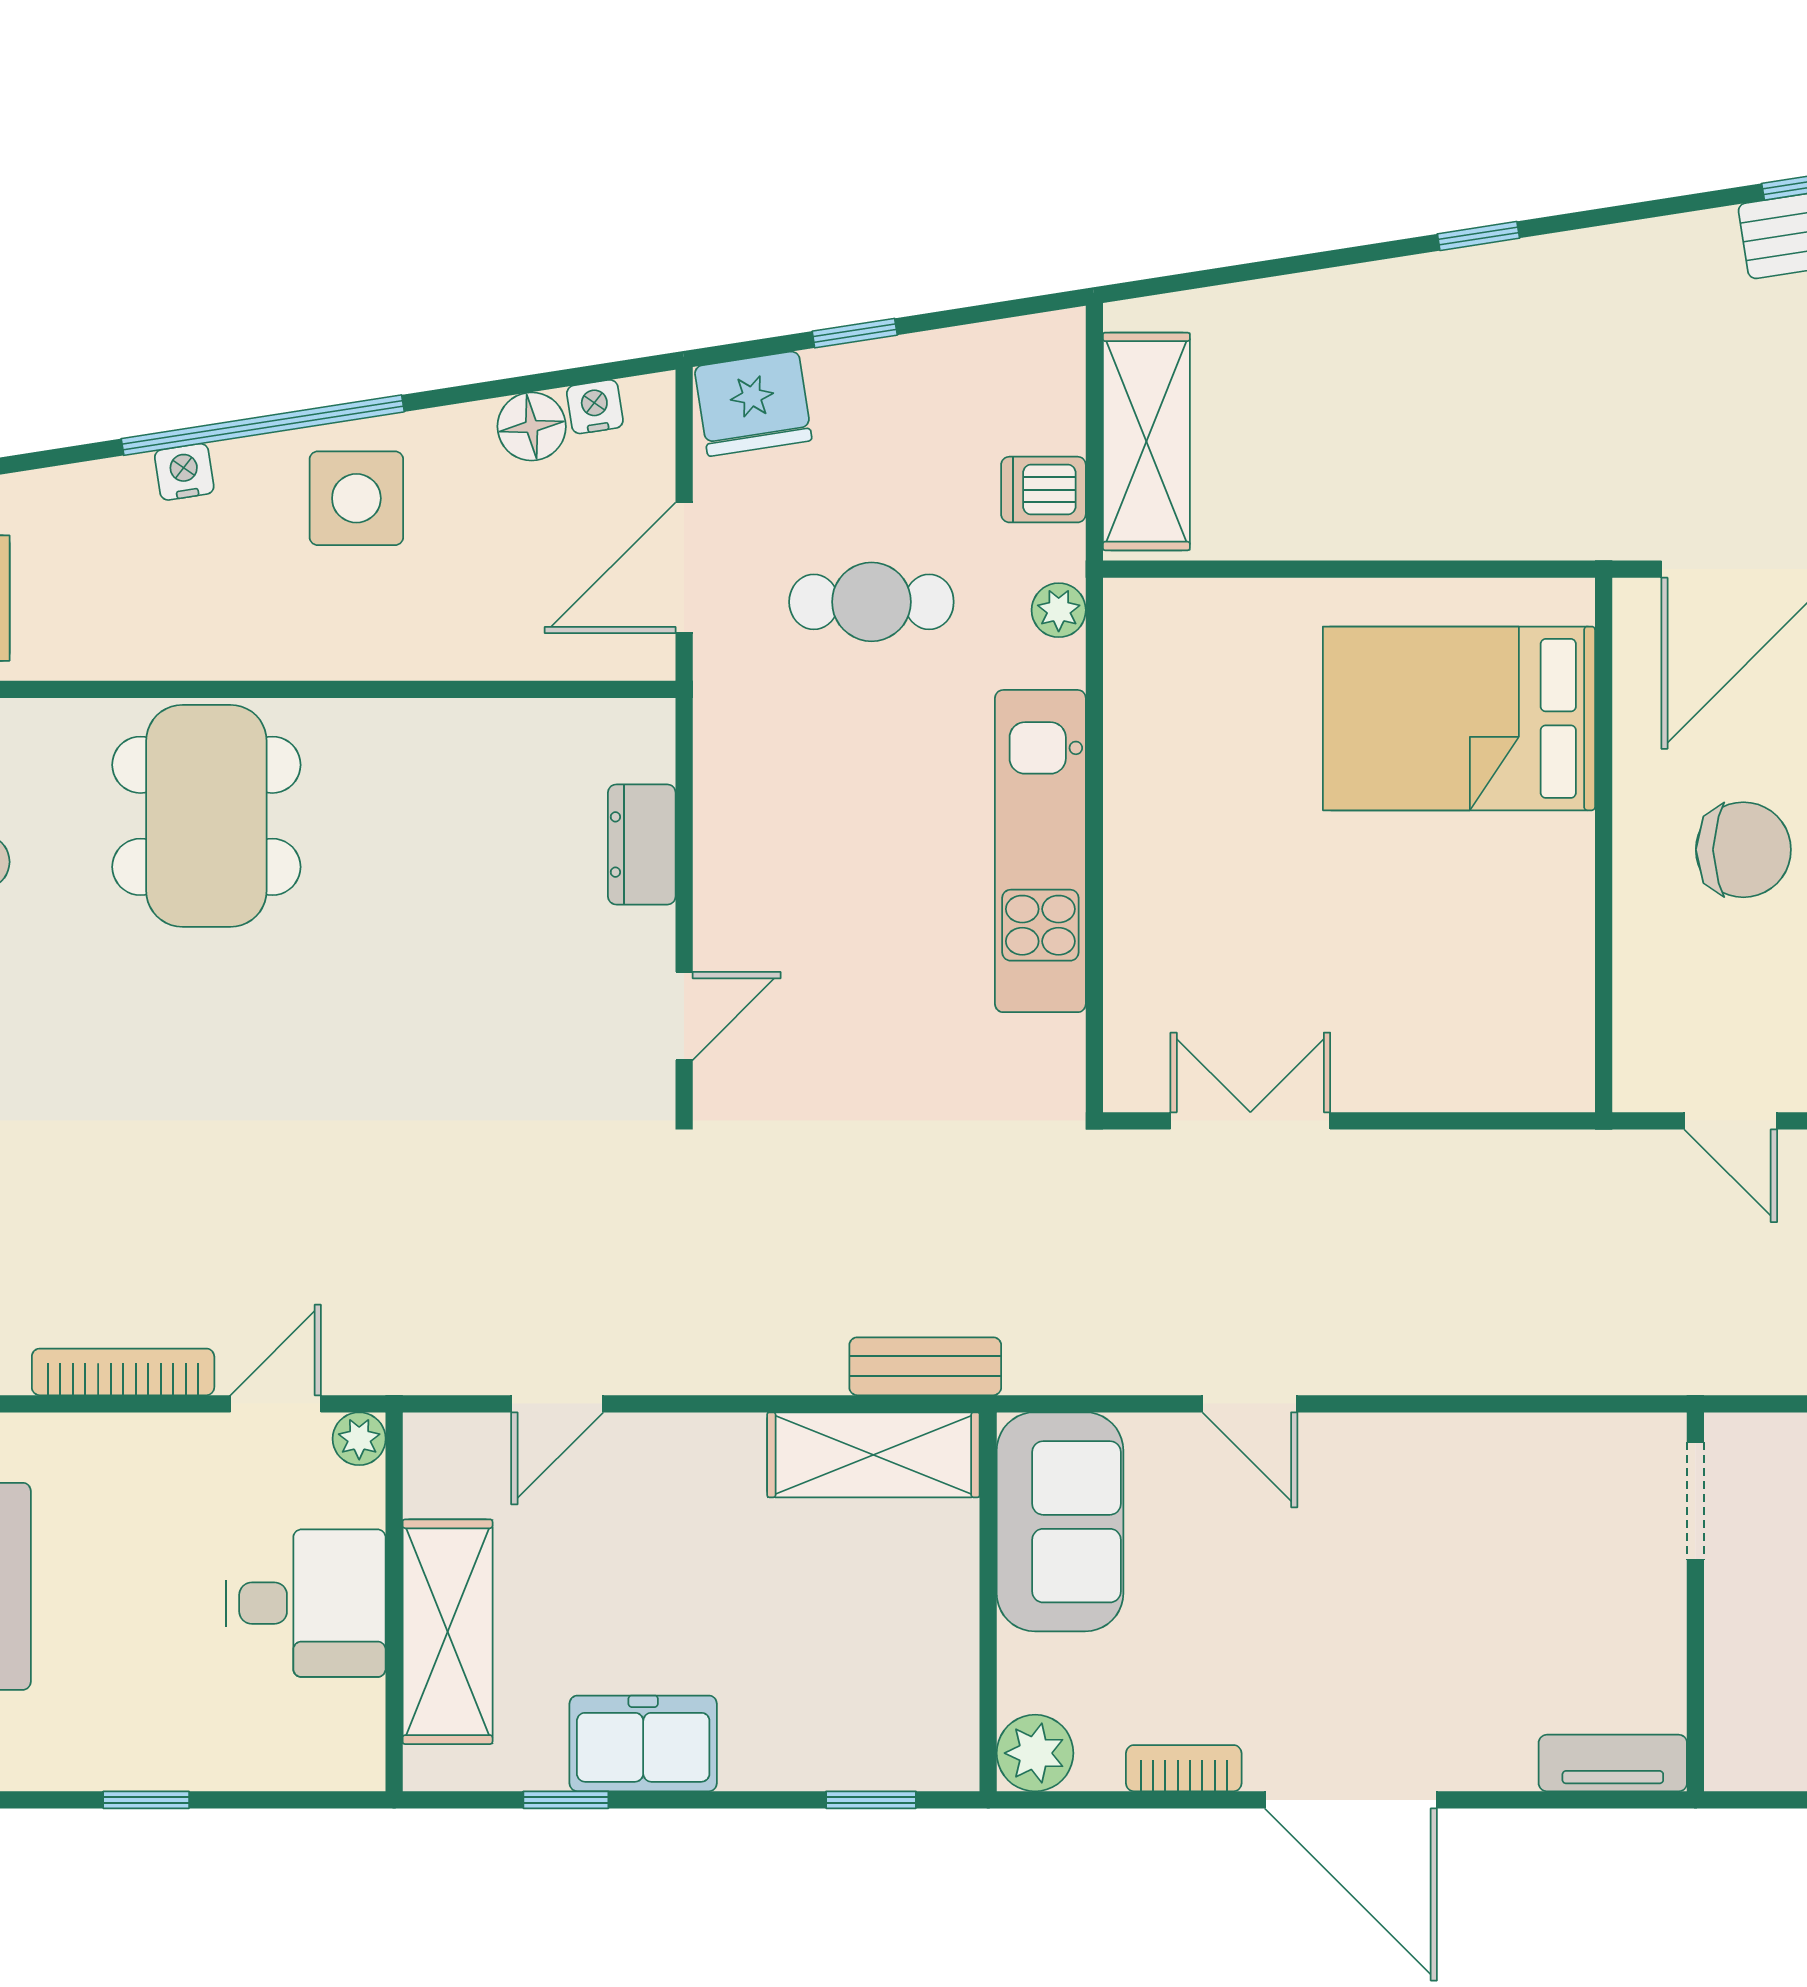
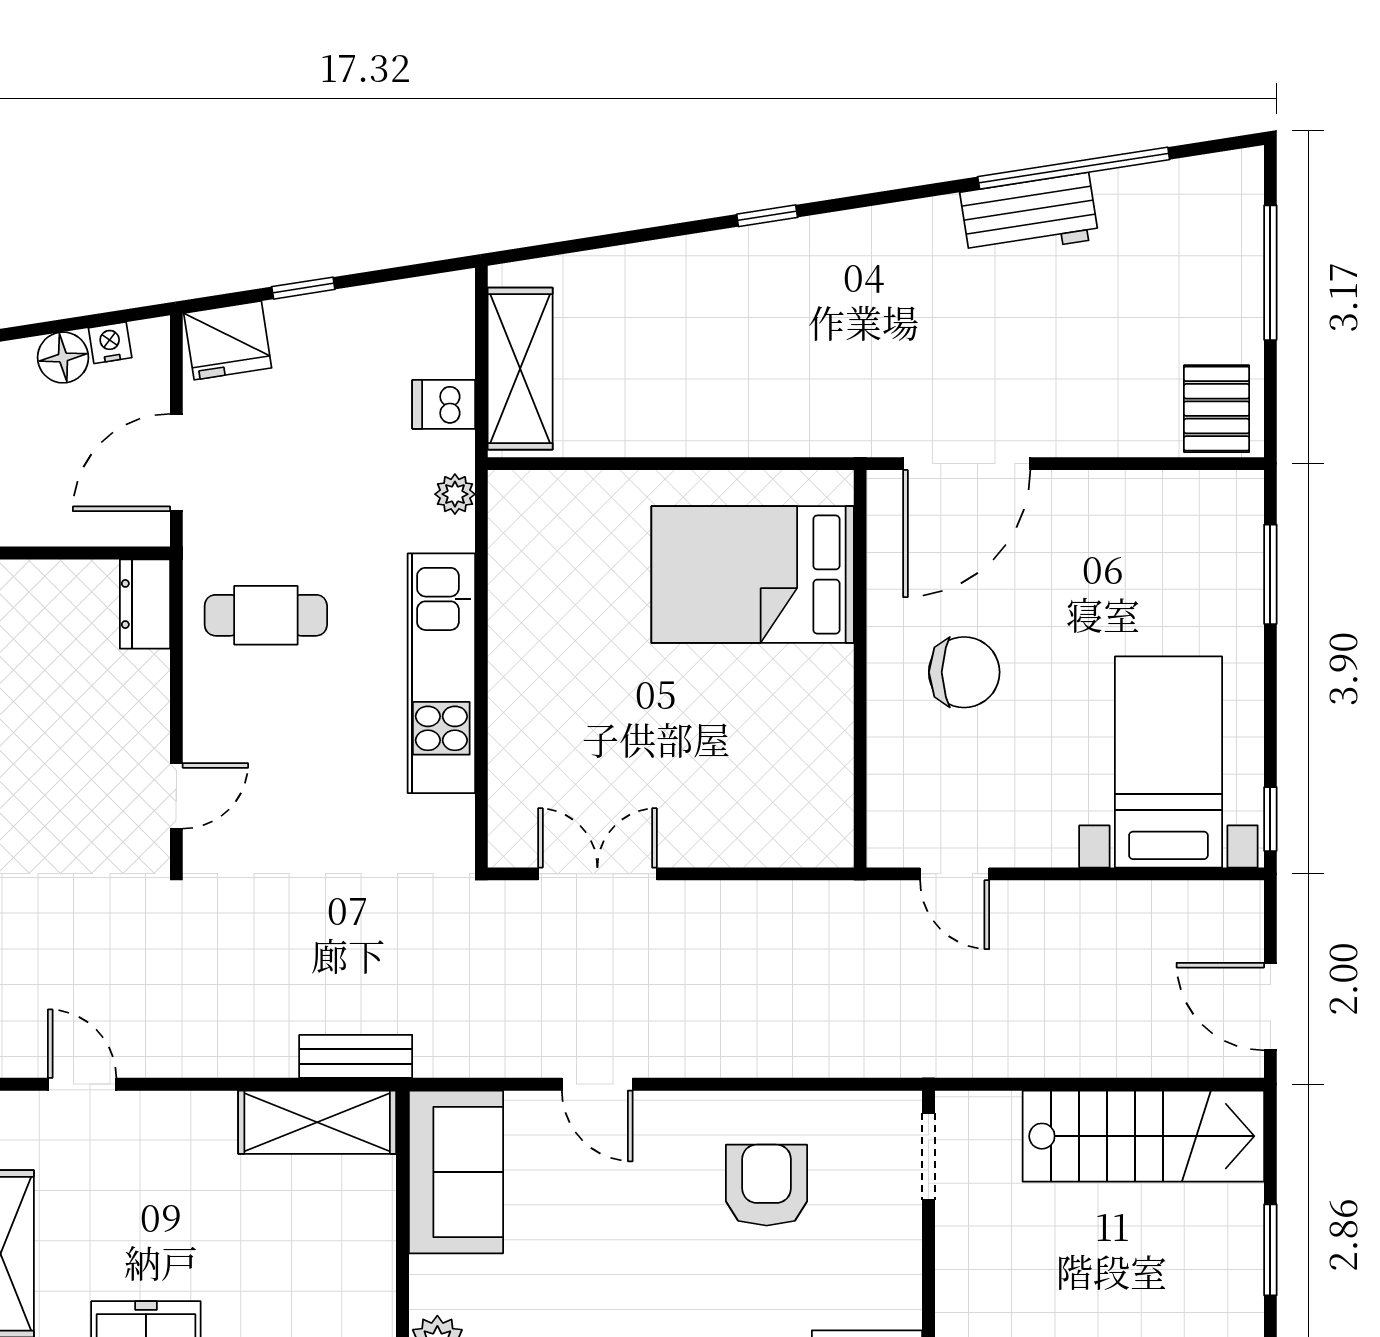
cafe table: (871, 602) -> (266, 615), moved
dresser: (642, 844) -> (145, 604), moved
door: (557, 1404) -> (82, 1084), swing flipped
armchair: (1478, 1539) -> (767, 1185), added

